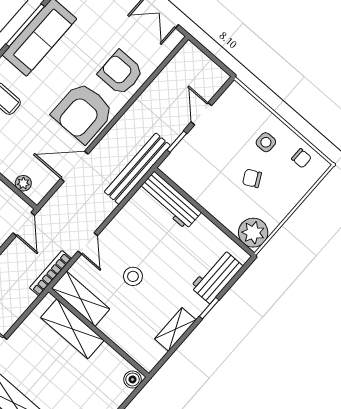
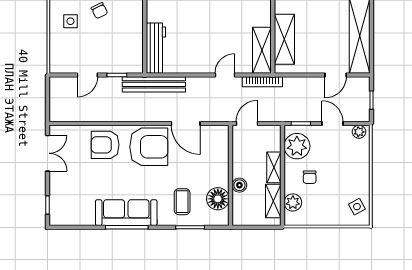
armchair: (121, 73) -> (105, 145), turned 90
plant: (23, 183) -> (223, 145), removed
stool: (133, 276) -> (221, 31), removed

